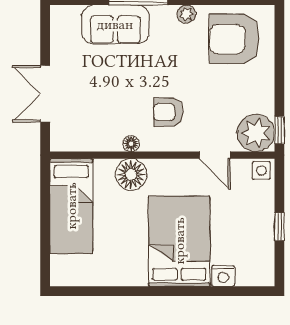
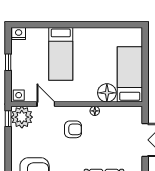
floor lamp: (131, 175) -> (107, 93), moved
bed: (179, 241) -> (61, 54), width x0.67
nightstand: (223, 276) -> (19, 34), moved

